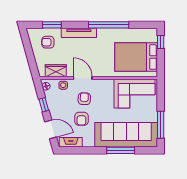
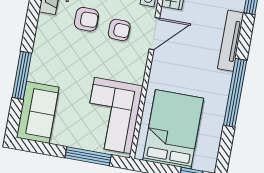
armchair: (81, 119) -> (87, 19), turned 180
window: (161, 125) -> (88, 156), moved
sofa: (126, 135) -> (38, 112), width x0.54, depth x0.79

